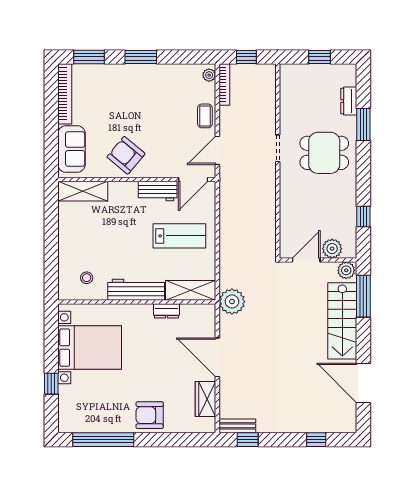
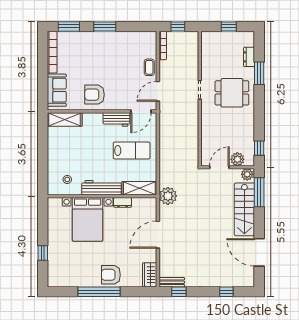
plant: (209, 75) -> (152, 39), removed
armchair: (126, 155) -> (94, 95), turned -40
window: (363, 216) -> (259, 148), moved
bed with nightstands: (90, 348) -> (88, 219), moved, turned 90
door: (217, 357) -> (158, 235), hinge flipped
wardrobe: (205, 399) -> (150, 275), moved
window: (103, 440) -> (99, 292), moved

